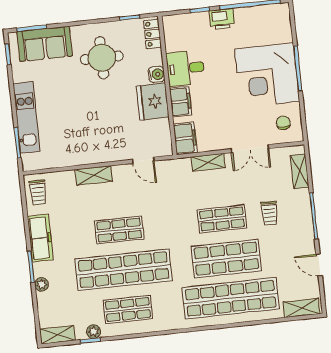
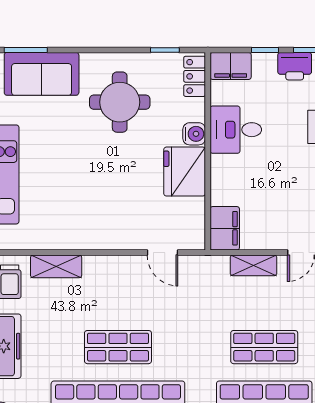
filing cabinet: (181, 102) -> (231, 66), moved, turned 90
shelving: (94, 175) -> (56, 266), moved

